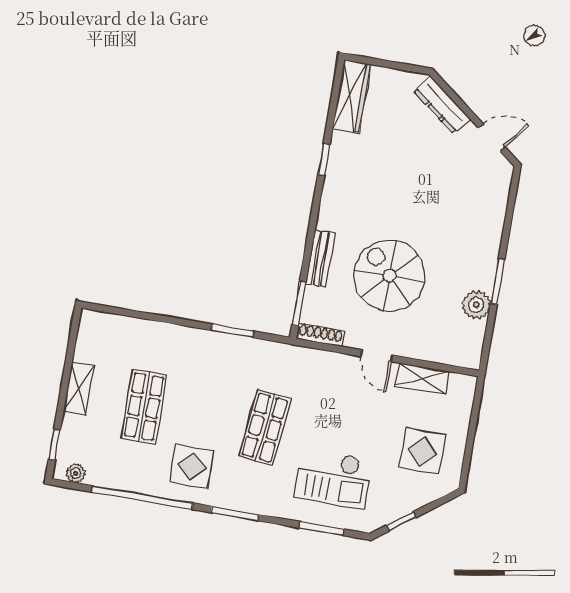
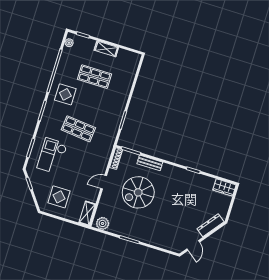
wardrobe: (352, 96) -> (224, 187), width x0.67
spiral stairs: (389, 276) -> (138, 192), turned 180
plant: (476, 305) -> (103, 223), moved
shelving: (422, 378) -> (87, 213), moved

